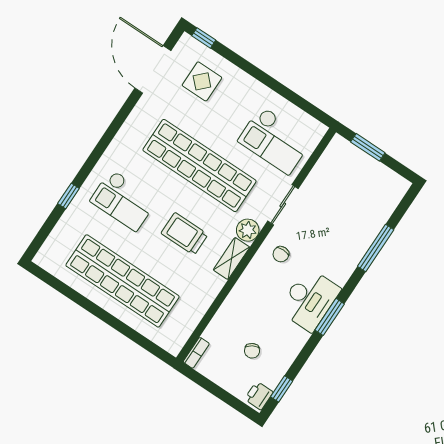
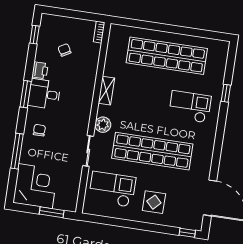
display table: (202, 81) -> (154, 202), moved
corner desk: (373, 191) -> (35, 186), added
trolley: (184, 234) -> (142, 104), removed
chair: (281, 254) -> (39, 130), moved
shelving: (231, 258) -> (106, 91), moved
desk: (309, 300) -> (44, 94), width x0.73
printer: (259, 396) -> (40, 70), moved

